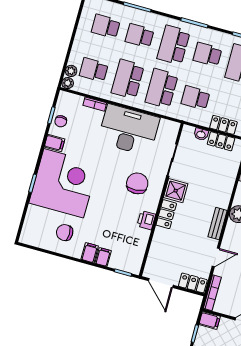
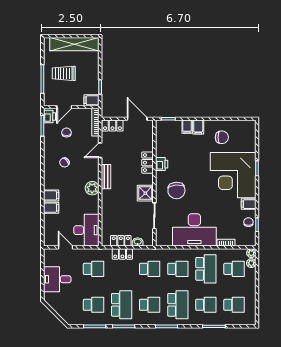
school desk: (162, 88) -> (178, 269), width x0.54
locker: (166, 214) -> (148, 163), moved

